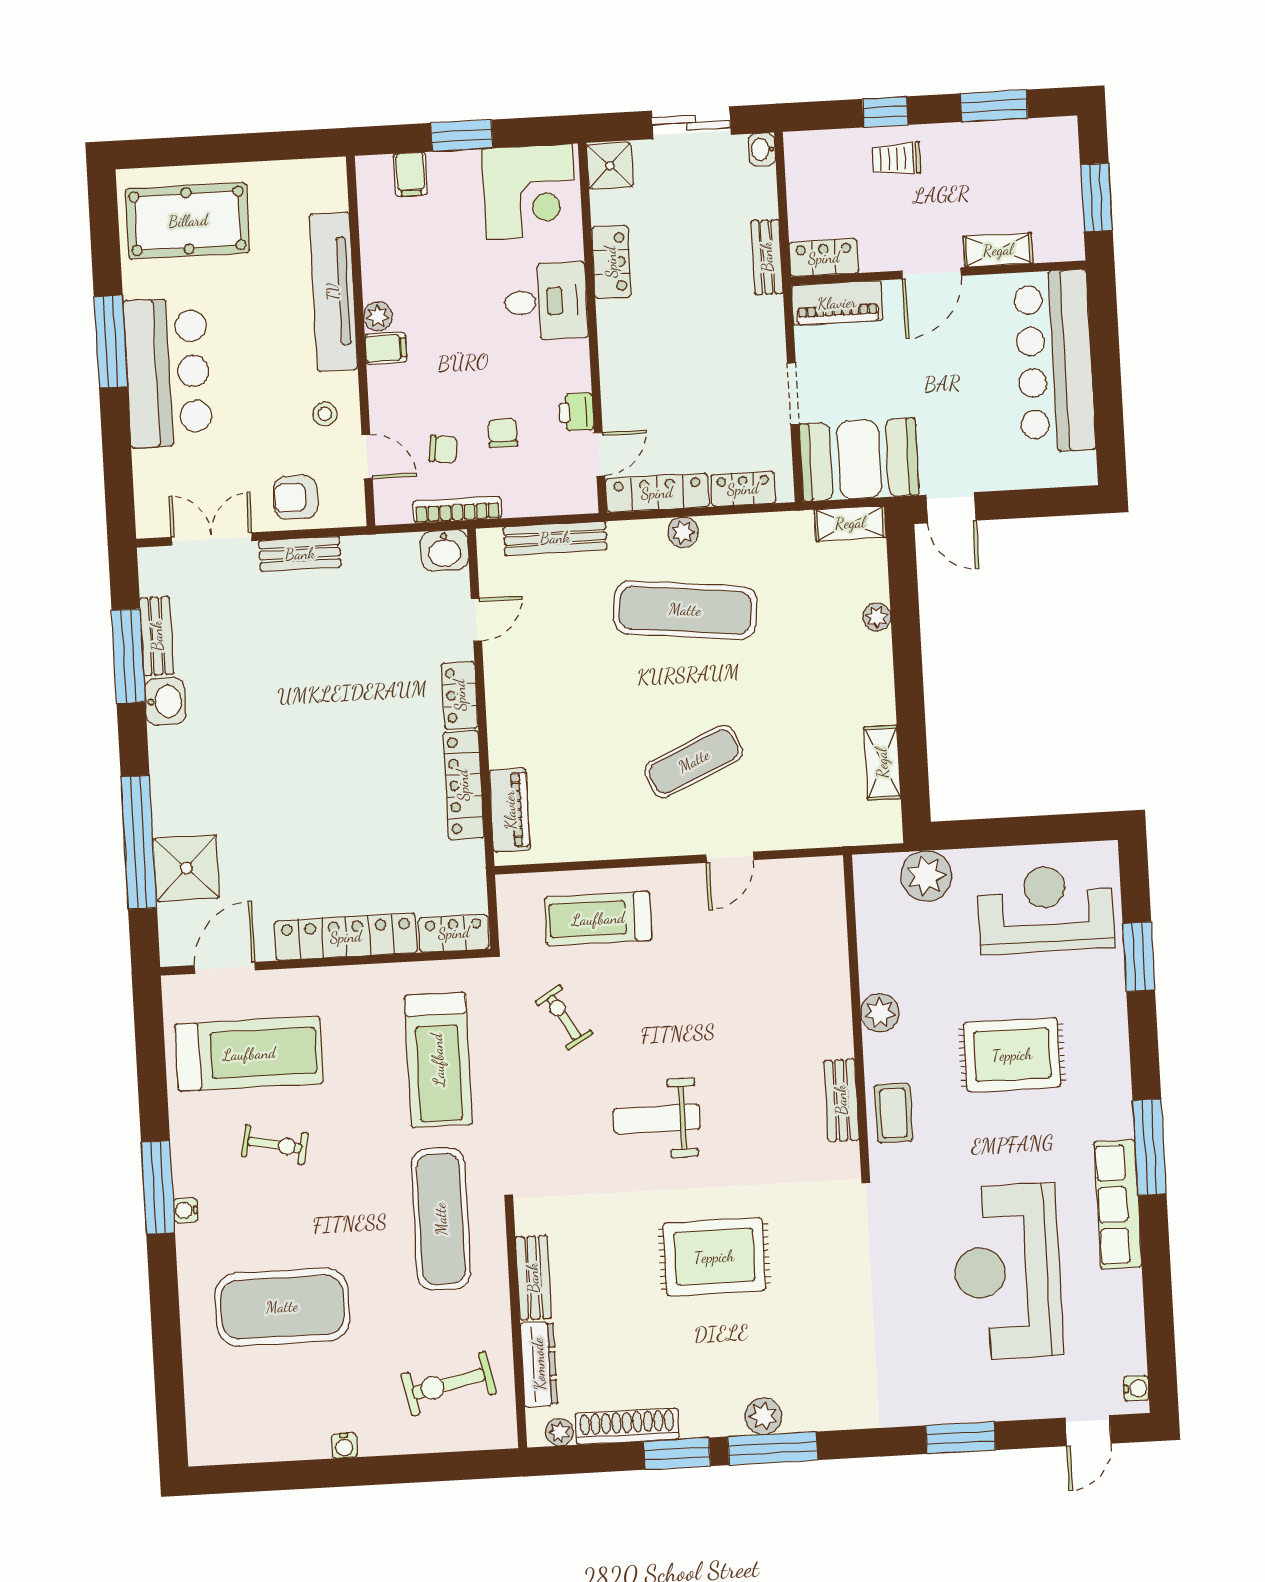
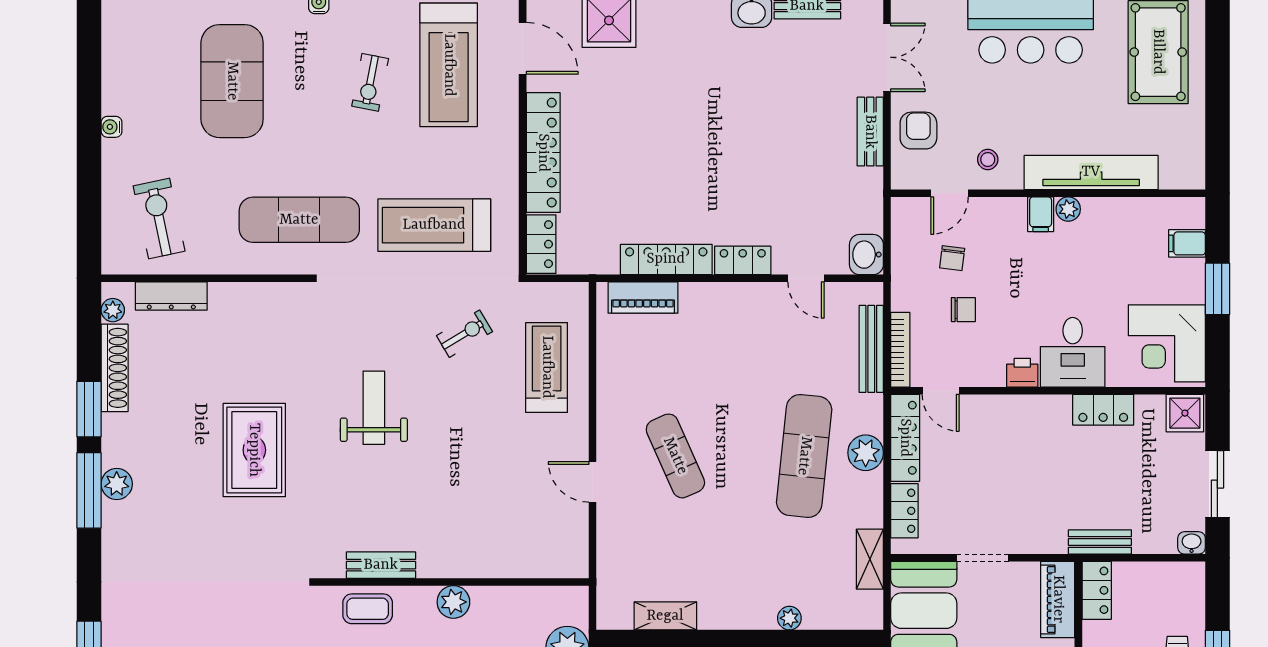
printer: (576, 412) -> (1022, 373), moved
bookcase: (457, 510) -> (900, 350), moved
shelving: (850, 523) -> (870, 559), moved
plant: (683, 532) -> (866, 453), width x1.38, depth x1.38
bench: (533, 1278) -> (245, 295), removed

